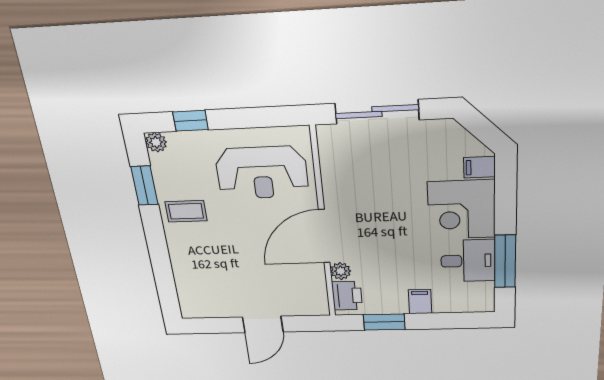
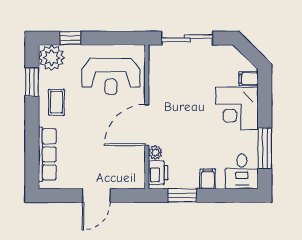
plant: (156, 142) -> (52, 58), width x1.88, depth x1.88
coffee table: (186, 211) -> (56, 102), turned 90
desk: (468, 261) -> (242, 171), moved, turned 90
row of seats: (186, 278) -> (47, 154), added

